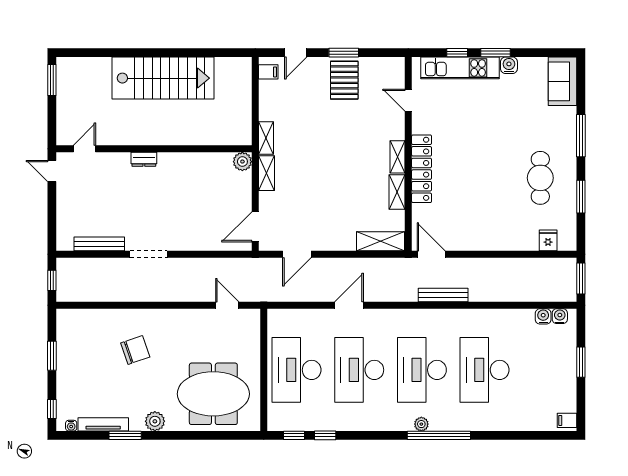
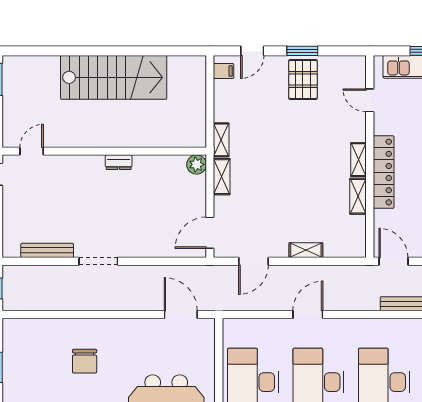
dresser: (144, 159) -> (119, 162), moved
shelving: (381, 241) -> (306, 250), moved, width x0.67, depth x0.75
door: (227, 305) -> (181, 315), width x1.38
chair: (135, 350) -> (85, 361), turned 109

